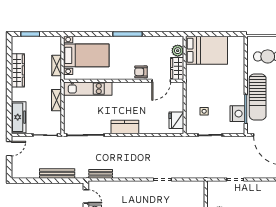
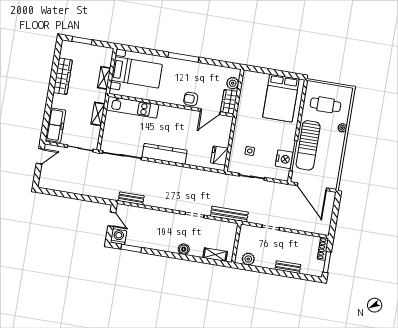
bed: (207, 50) -> (281, 98), moved, turned 90
kitchen counter: (125, 127) -> (165, 154), width x1.50
bench: (57, 173) -> (229, 214), moved

